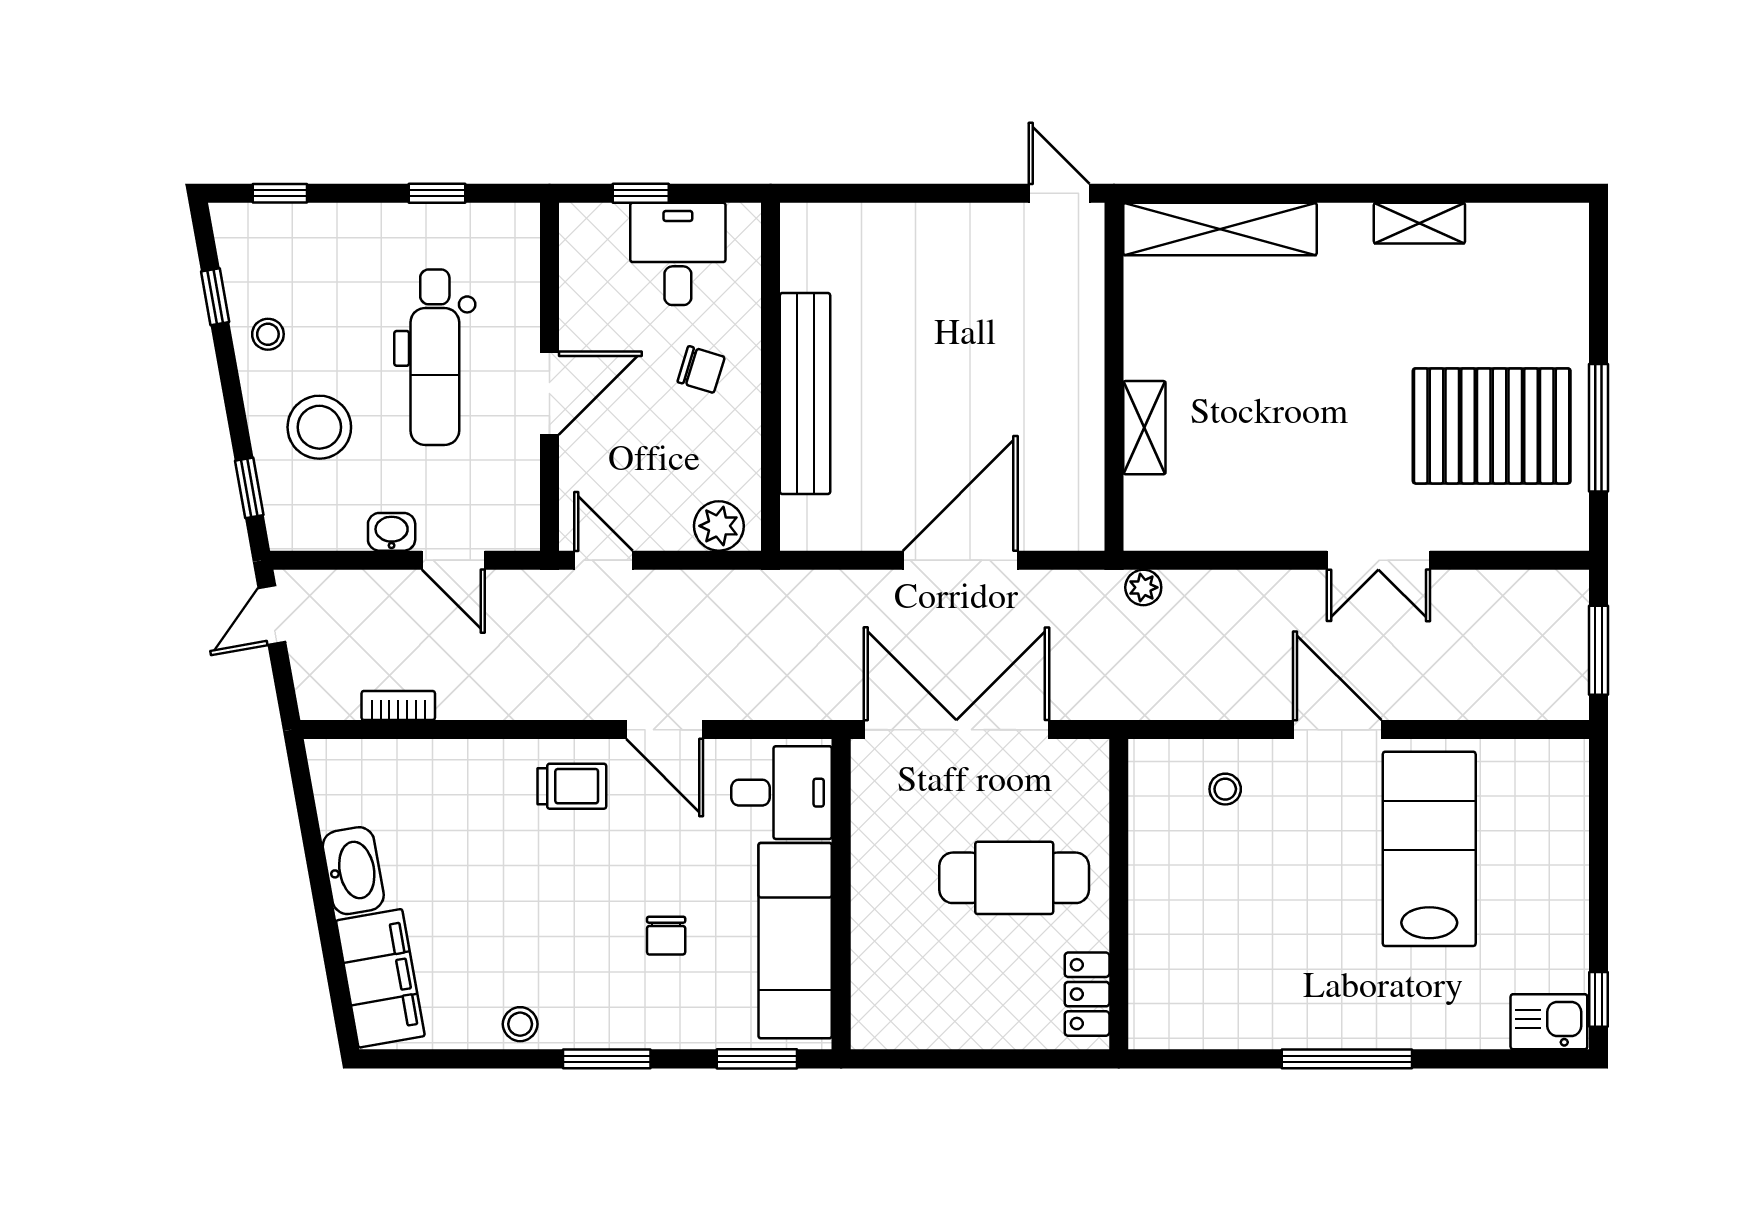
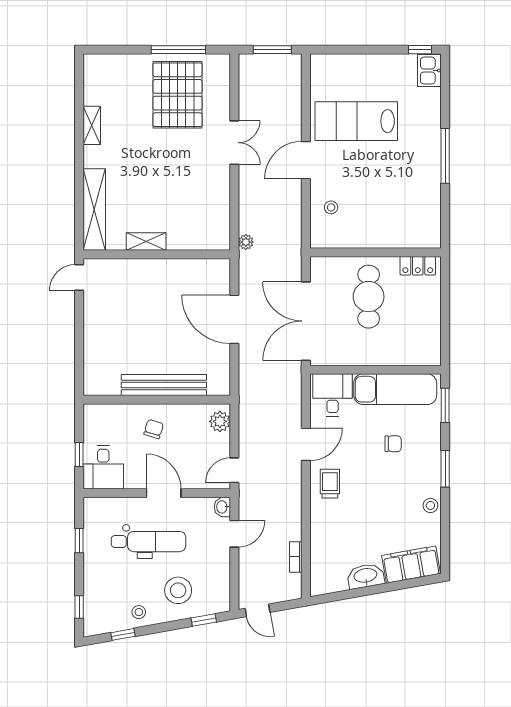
desk: (678, 254) -> (103, 467), moved, turned -90
shelving: (1144, 428) -> (146, 242), moved
washbasin: (392, 532) -> (222, 507), moved

